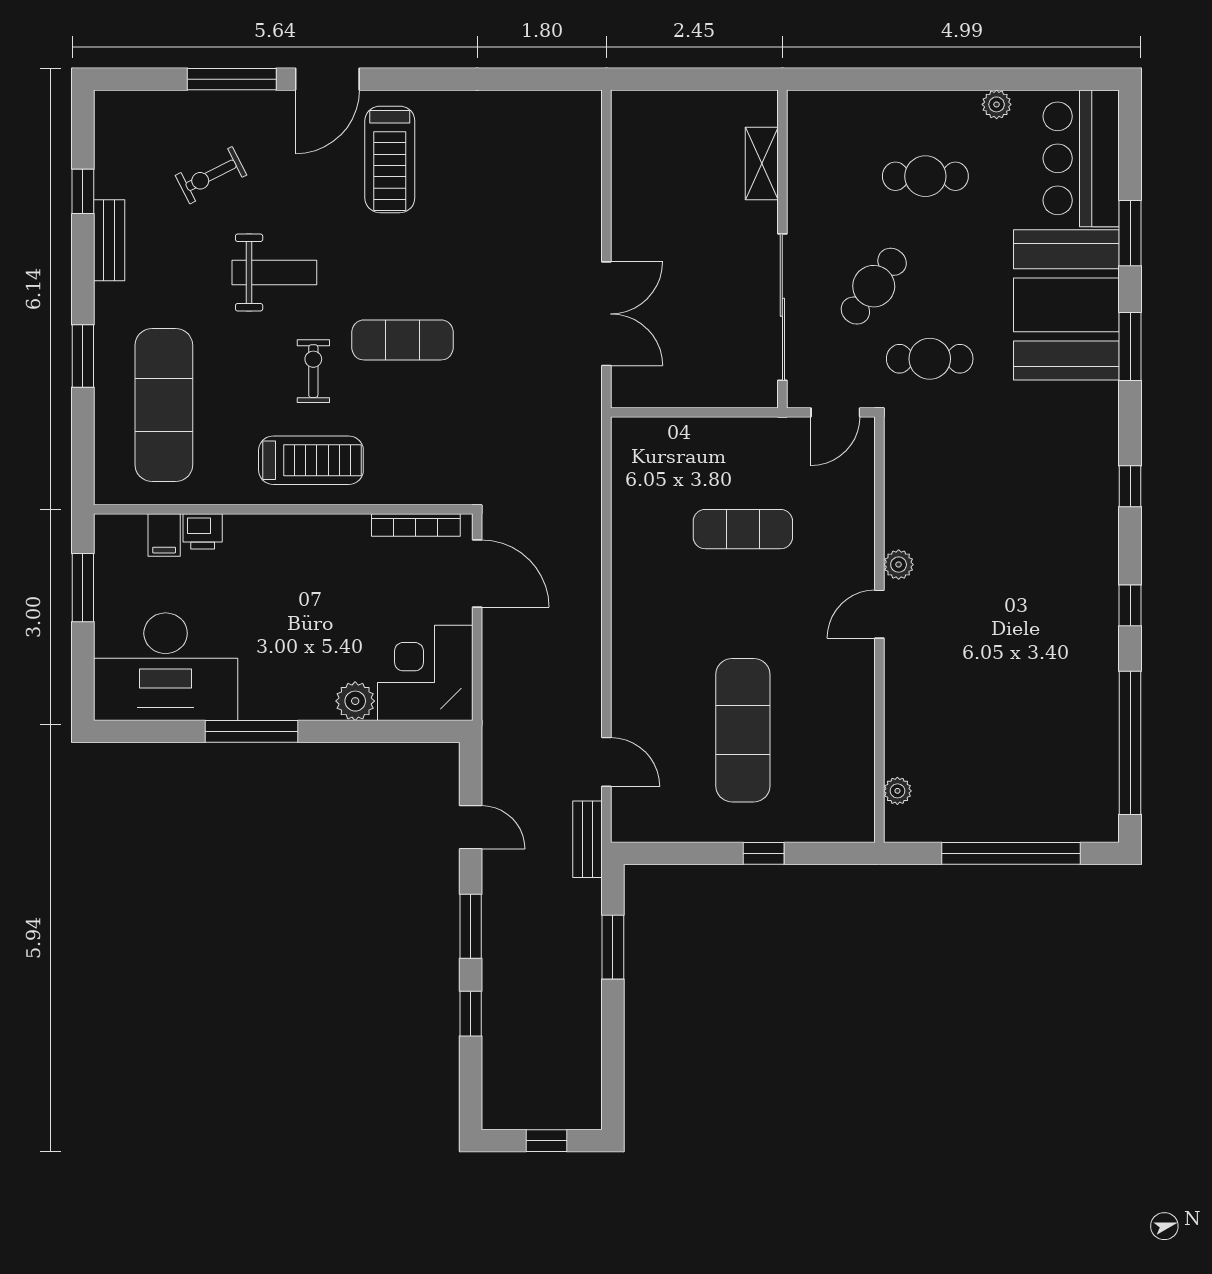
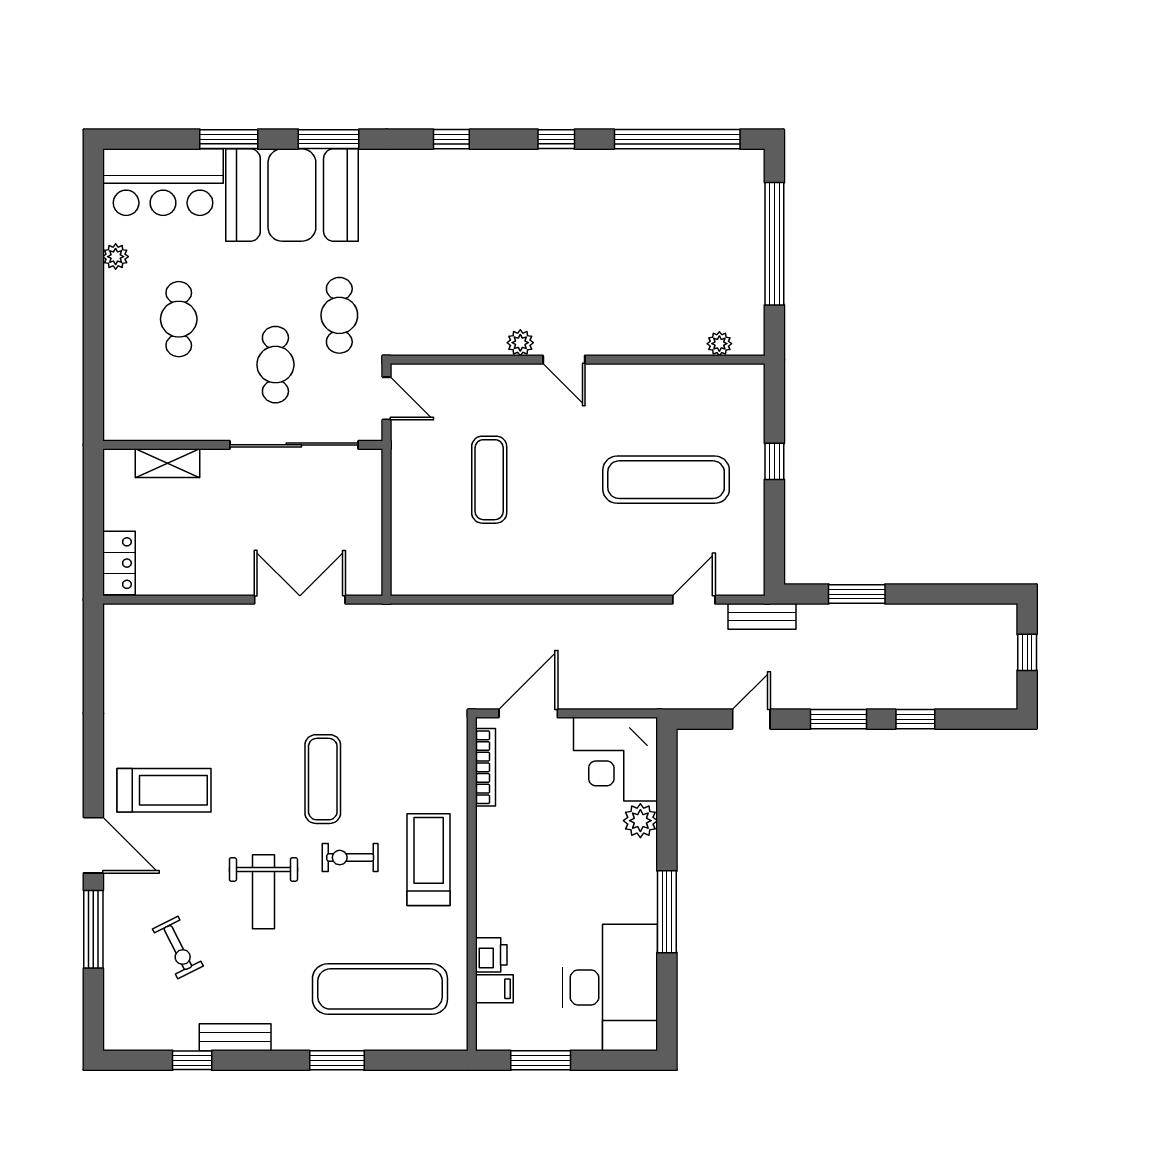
locker: (648, 108) -> (119, 563), added
weight bench: (274, 272) -> (263, 892), turned 180
cafe table: (874, 286) -> (275, 365), turned 53

